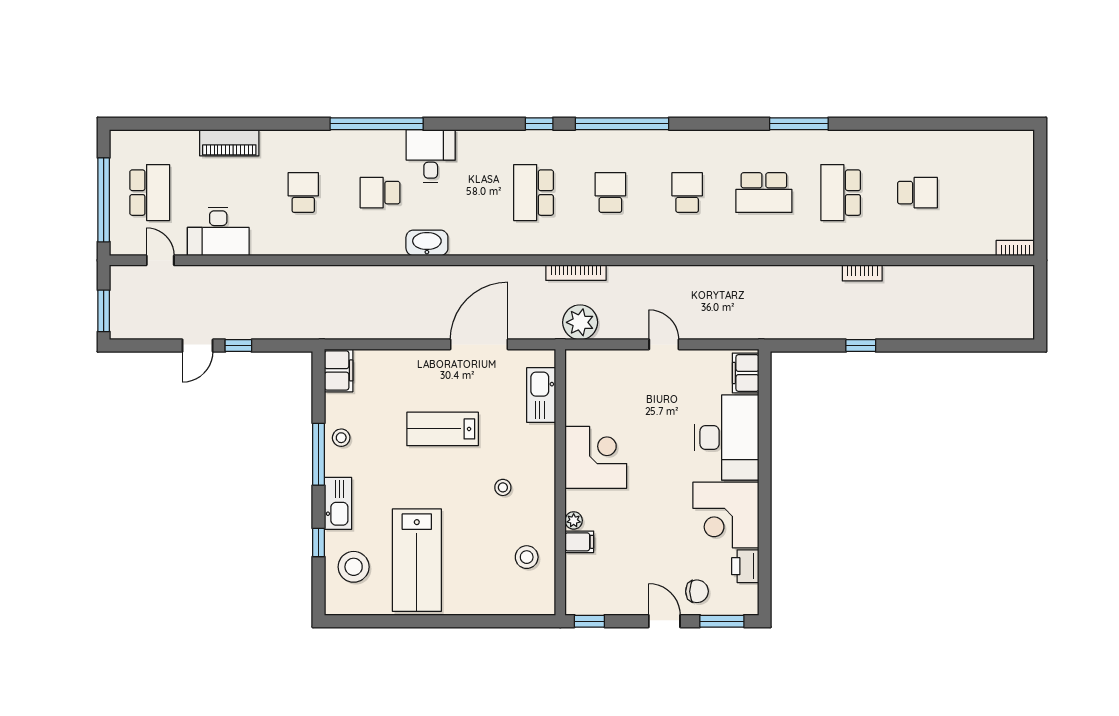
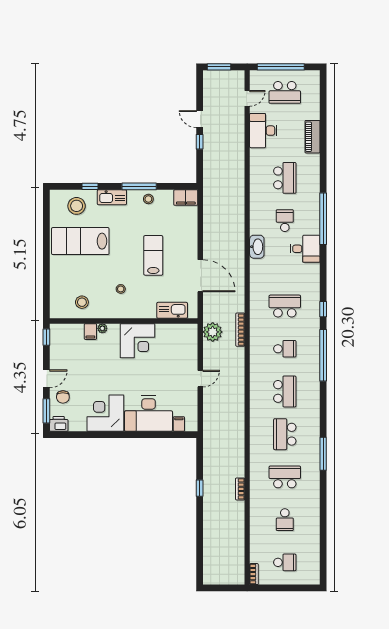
school desk: (303, 193) -> (285, 178), width x1.85
school desk: (687, 193) -> (285, 391), width x1.85
school desk: (994, 193) -> (285, 562), added
filing cabinet: (746, 373) -> (179, 424), width x0.50
printer: (745, 566) -> (59, 424), moved

